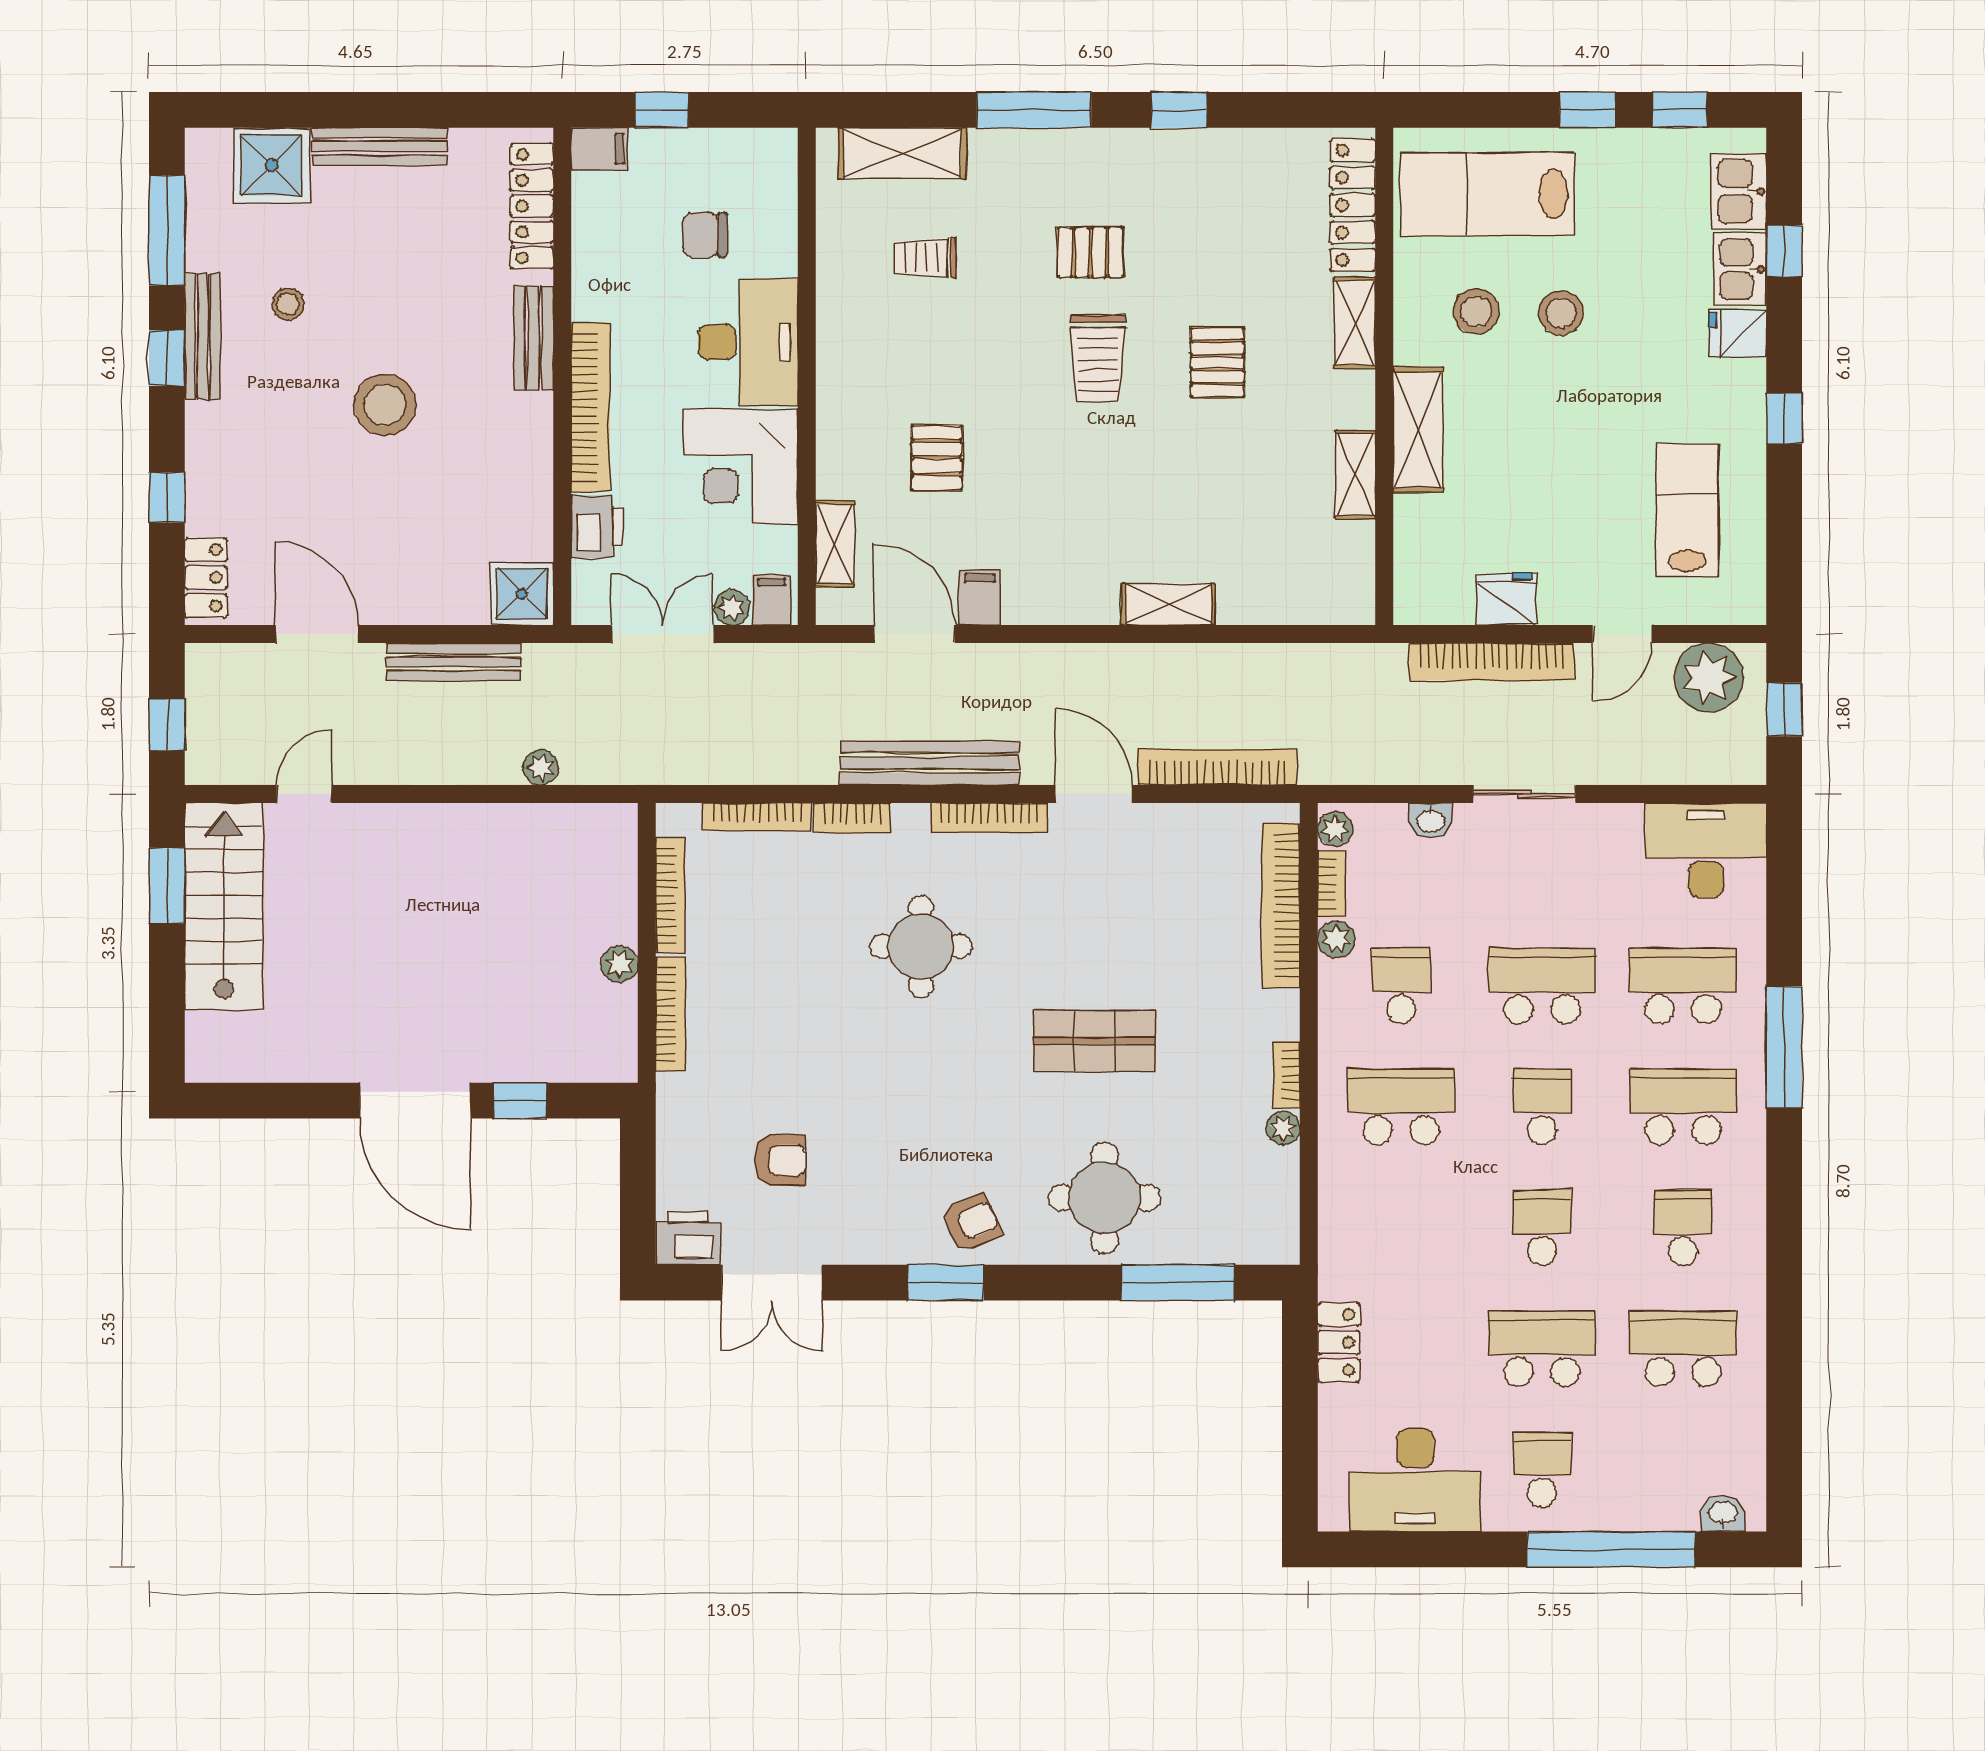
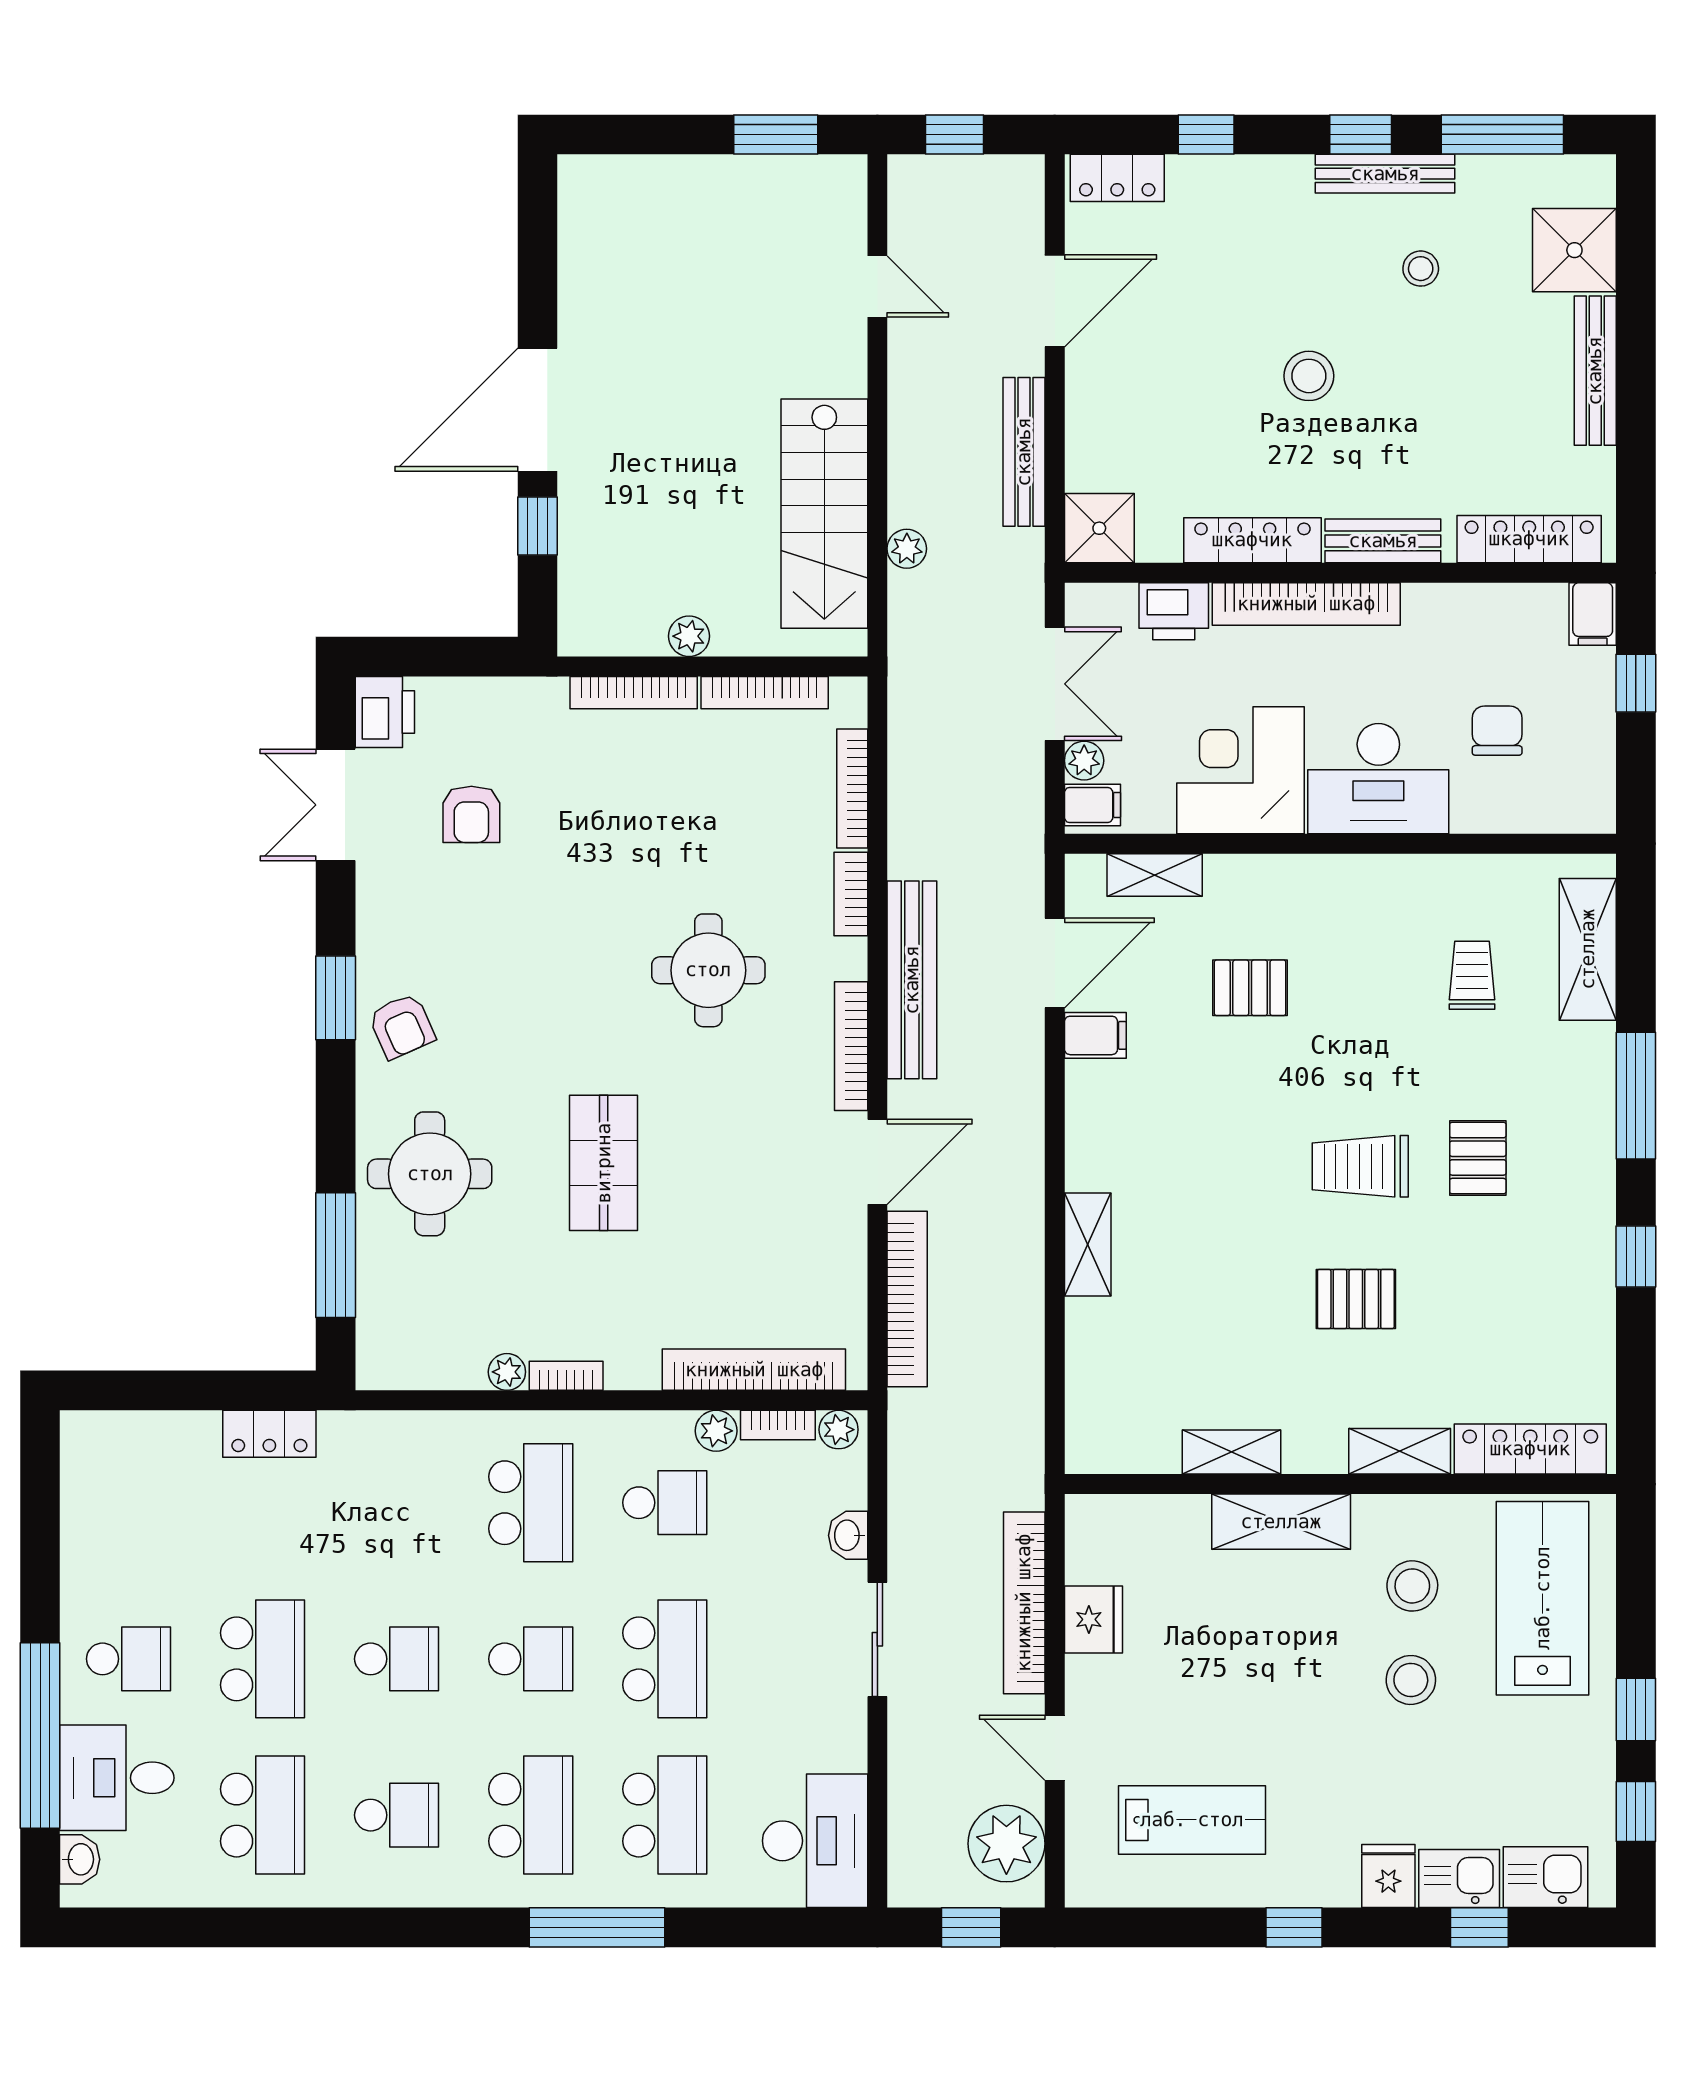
stool: (385, 405) -> (1309, 376), width x0.73, depth x0.73
locker: (533, 456) -> (1252, 540), added
stairs: (224, 906) -> (824, 514), moved, turned 90
desk: (1415, 1480) -> (117, 1778), moved, width x0.73

